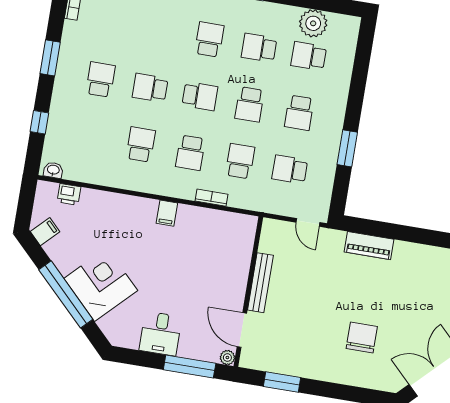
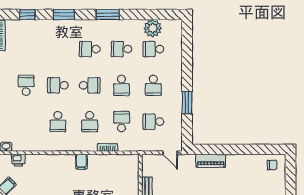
school desk: (209, 39) -> (90, 49), turned -90
school desk: (141, 144) -> (58, 122), turned 180

